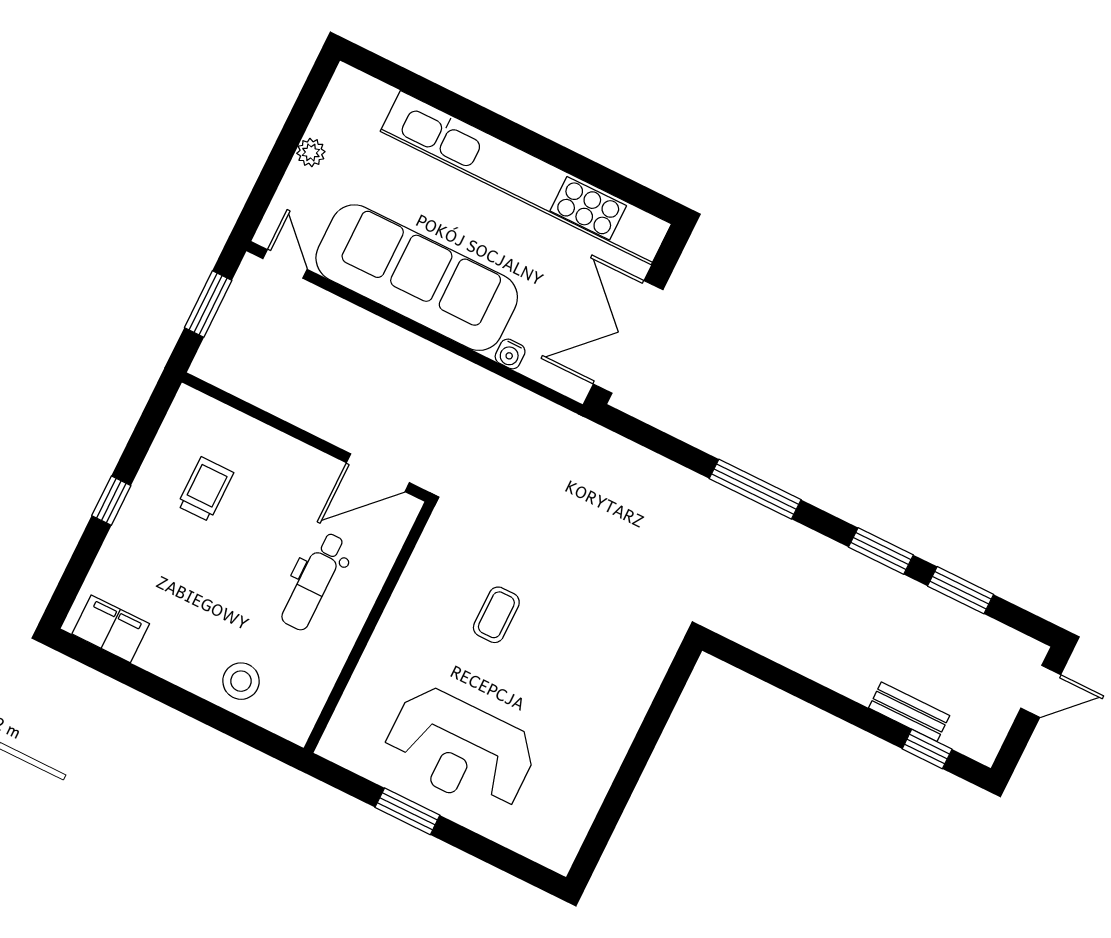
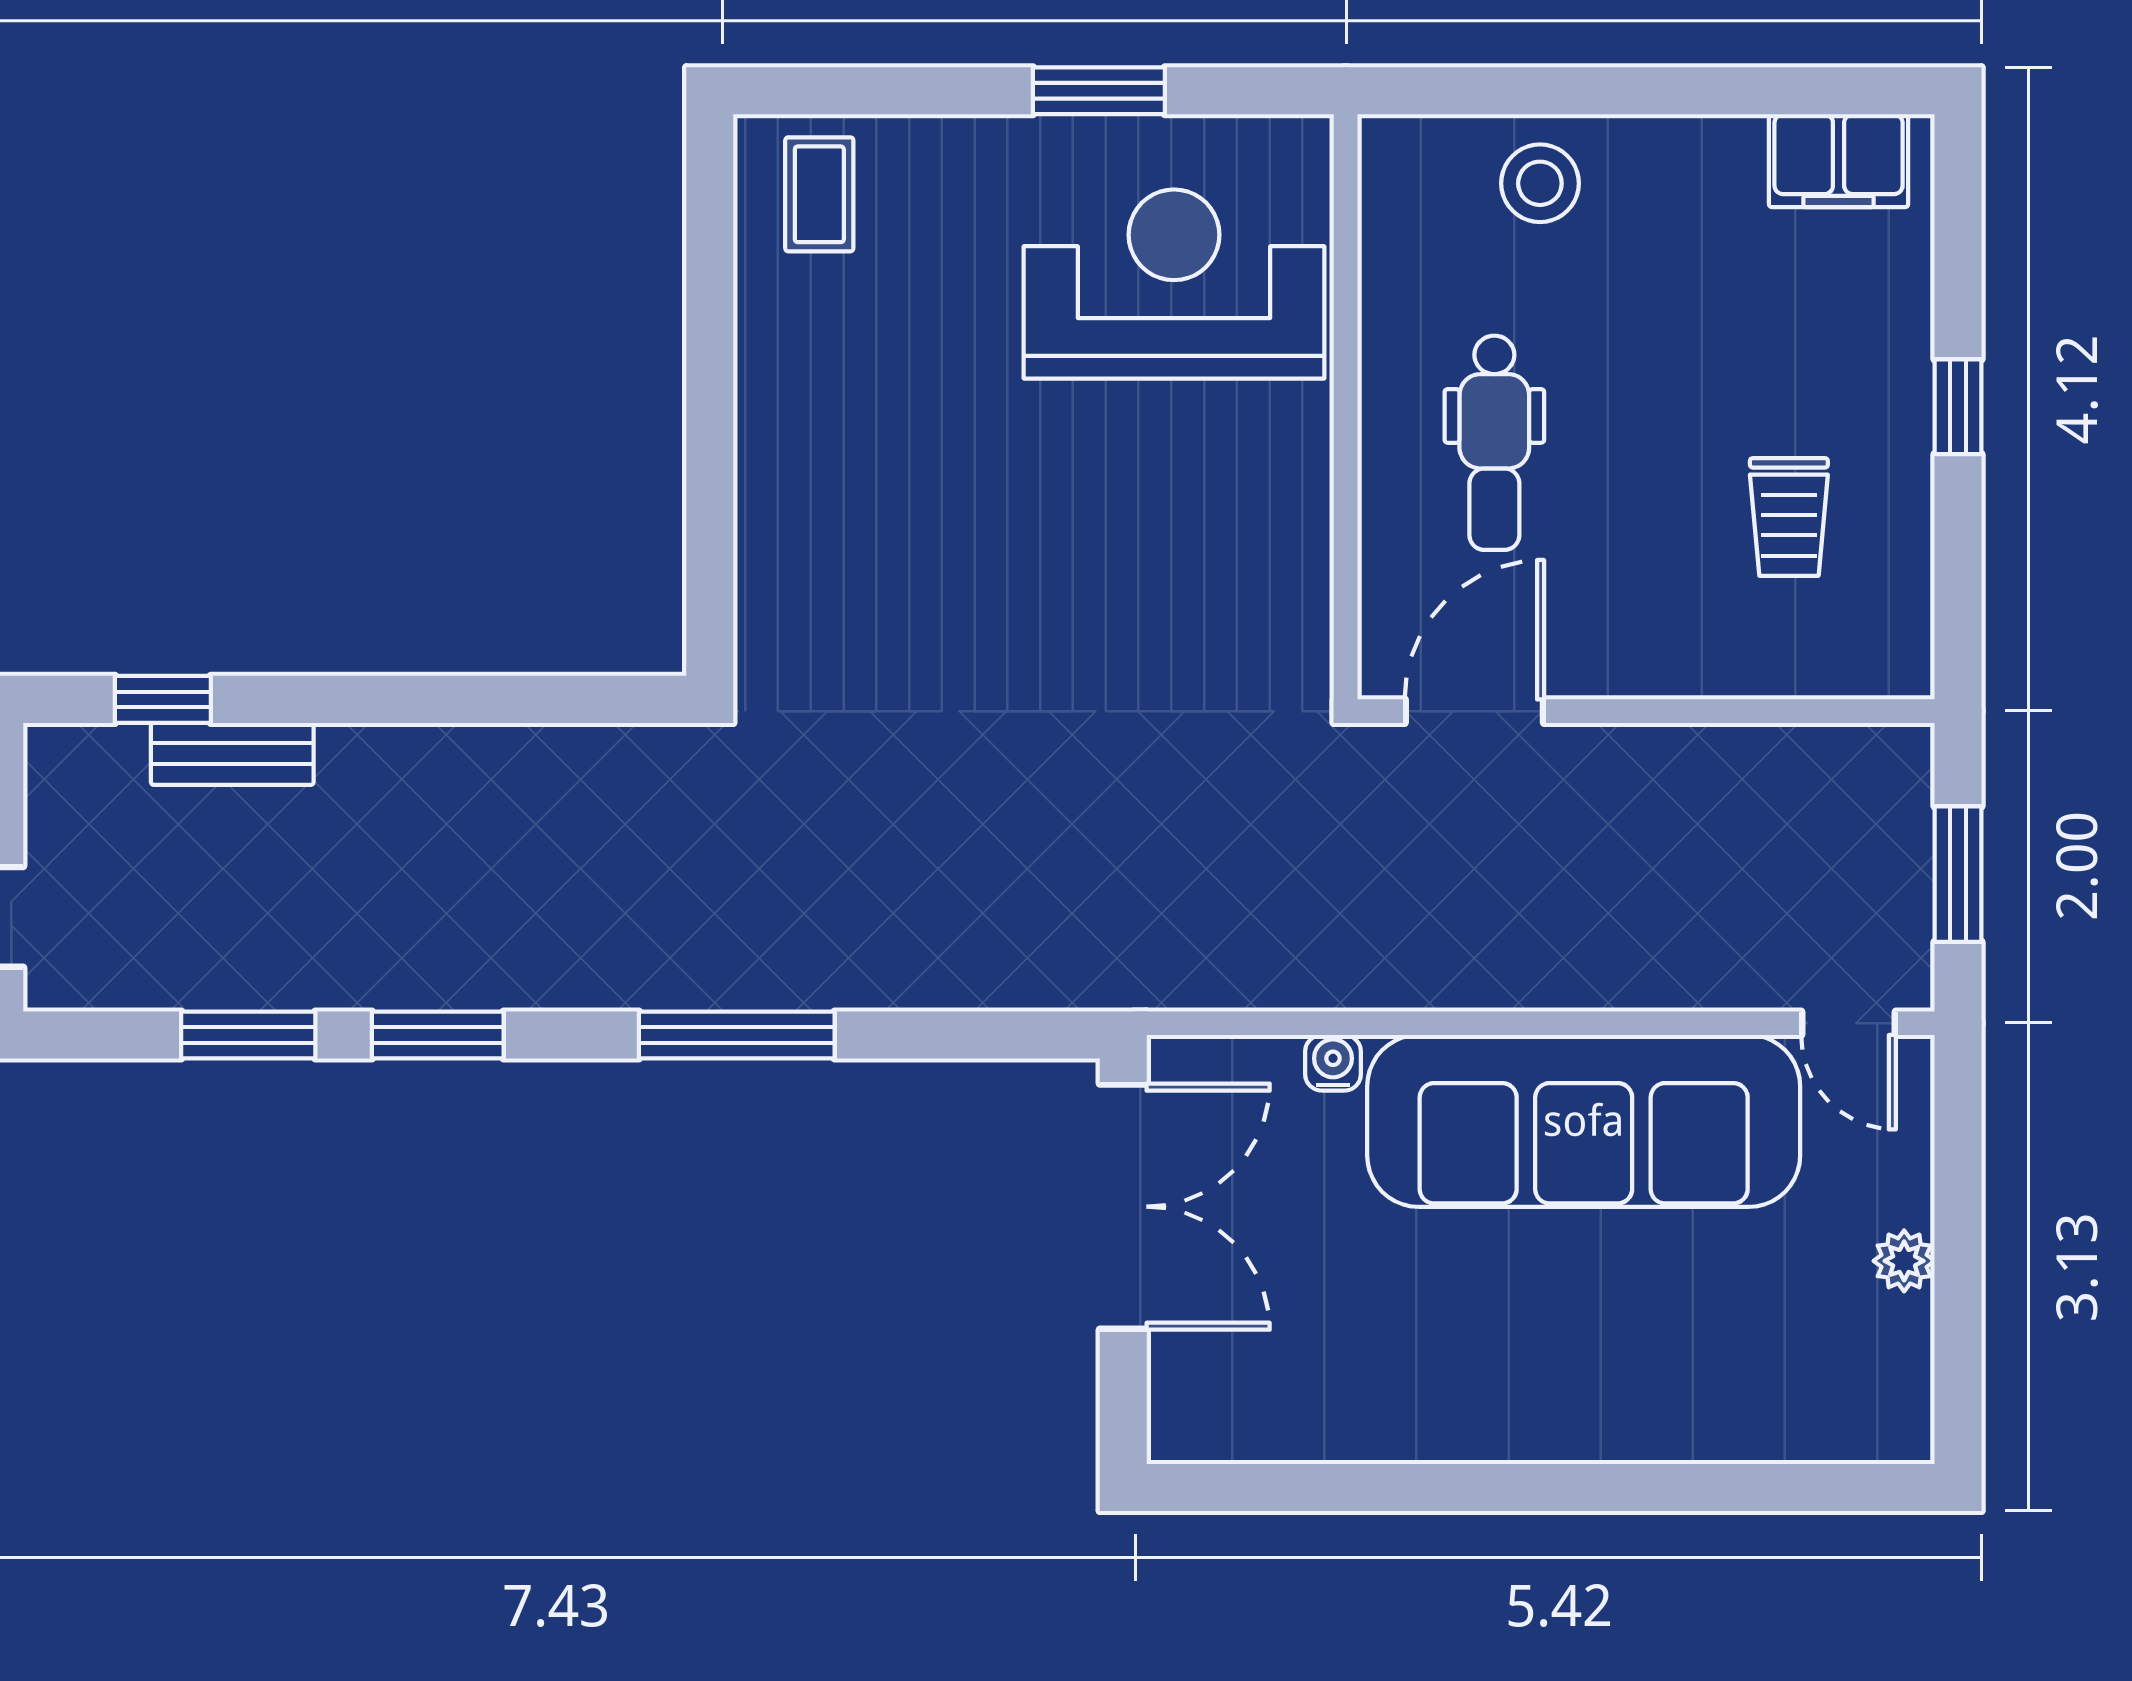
kitchen unit: (526, 178) -> (1469, 1415), removed
dental chair: (314, 581) -> (1494, 443), turned 180
coffee table: (496, 615) -> (819, 194), moved
reception desk: (460, 750) -> (1174, 284), moved

